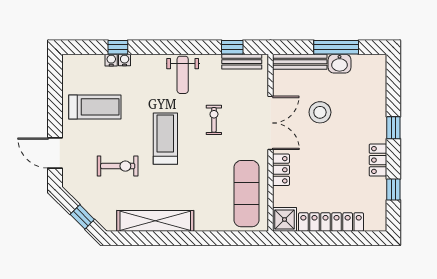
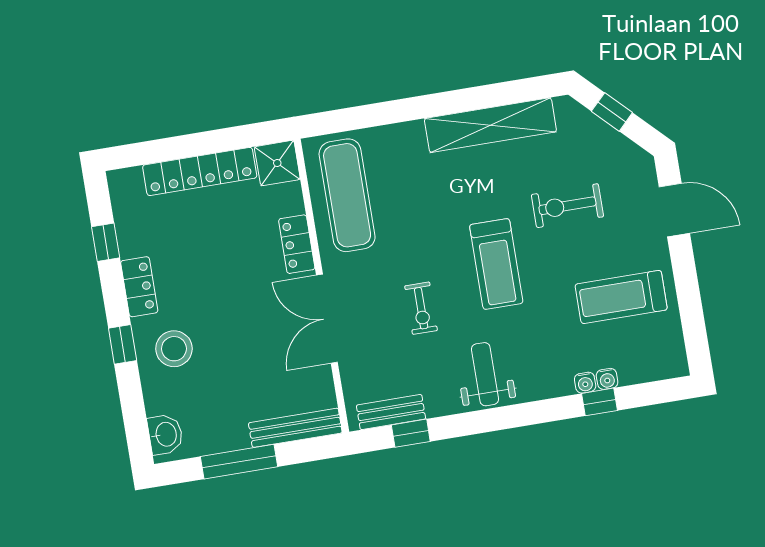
washbasin: (340, 64) -> (165, 434), moved, turned 90
stool: (320, 112) -> (174, 349), moved

